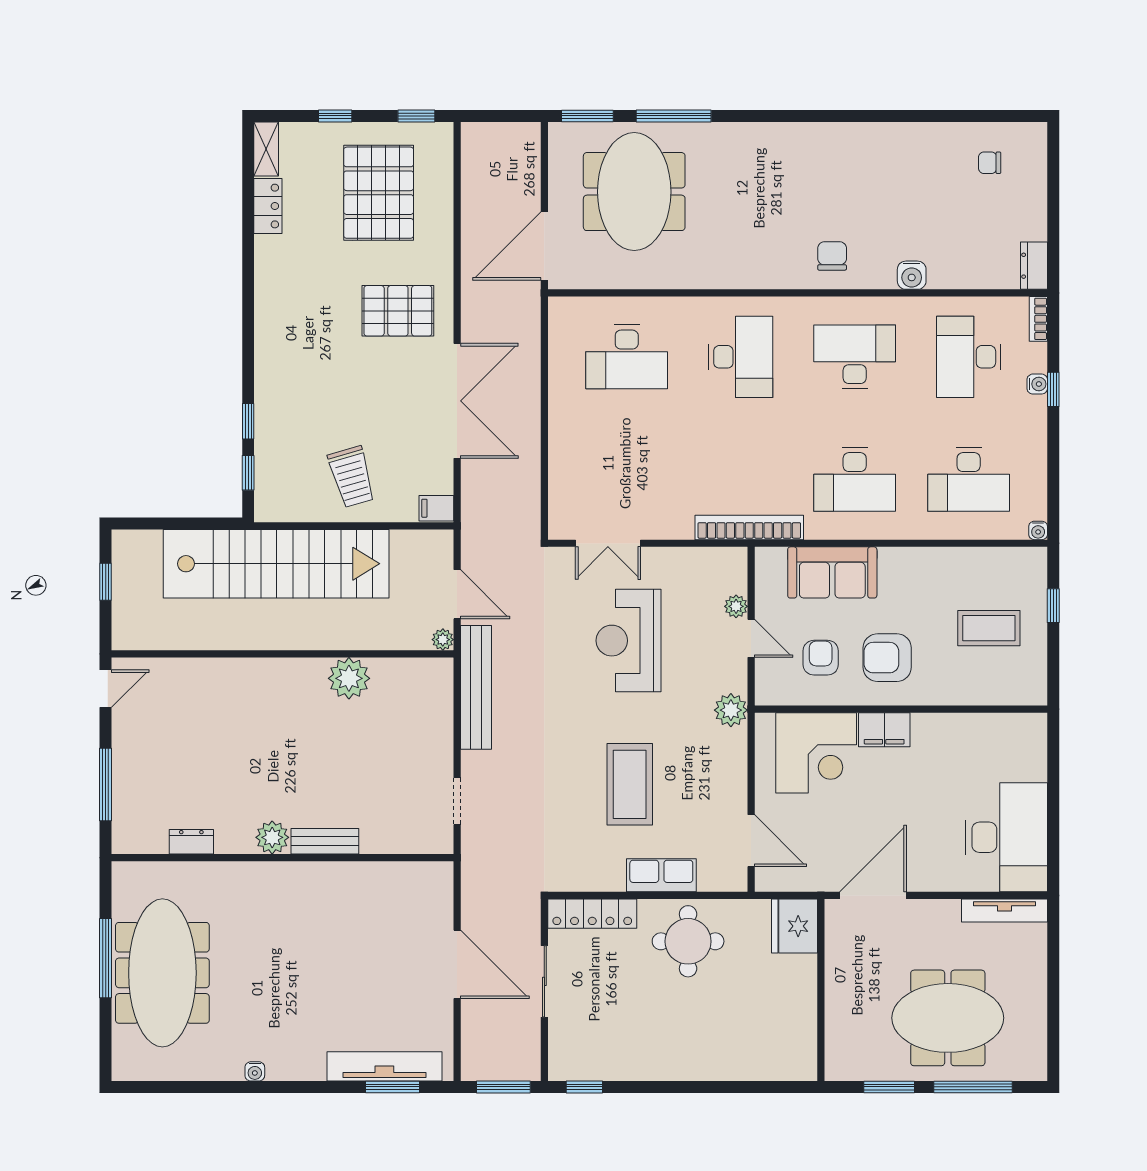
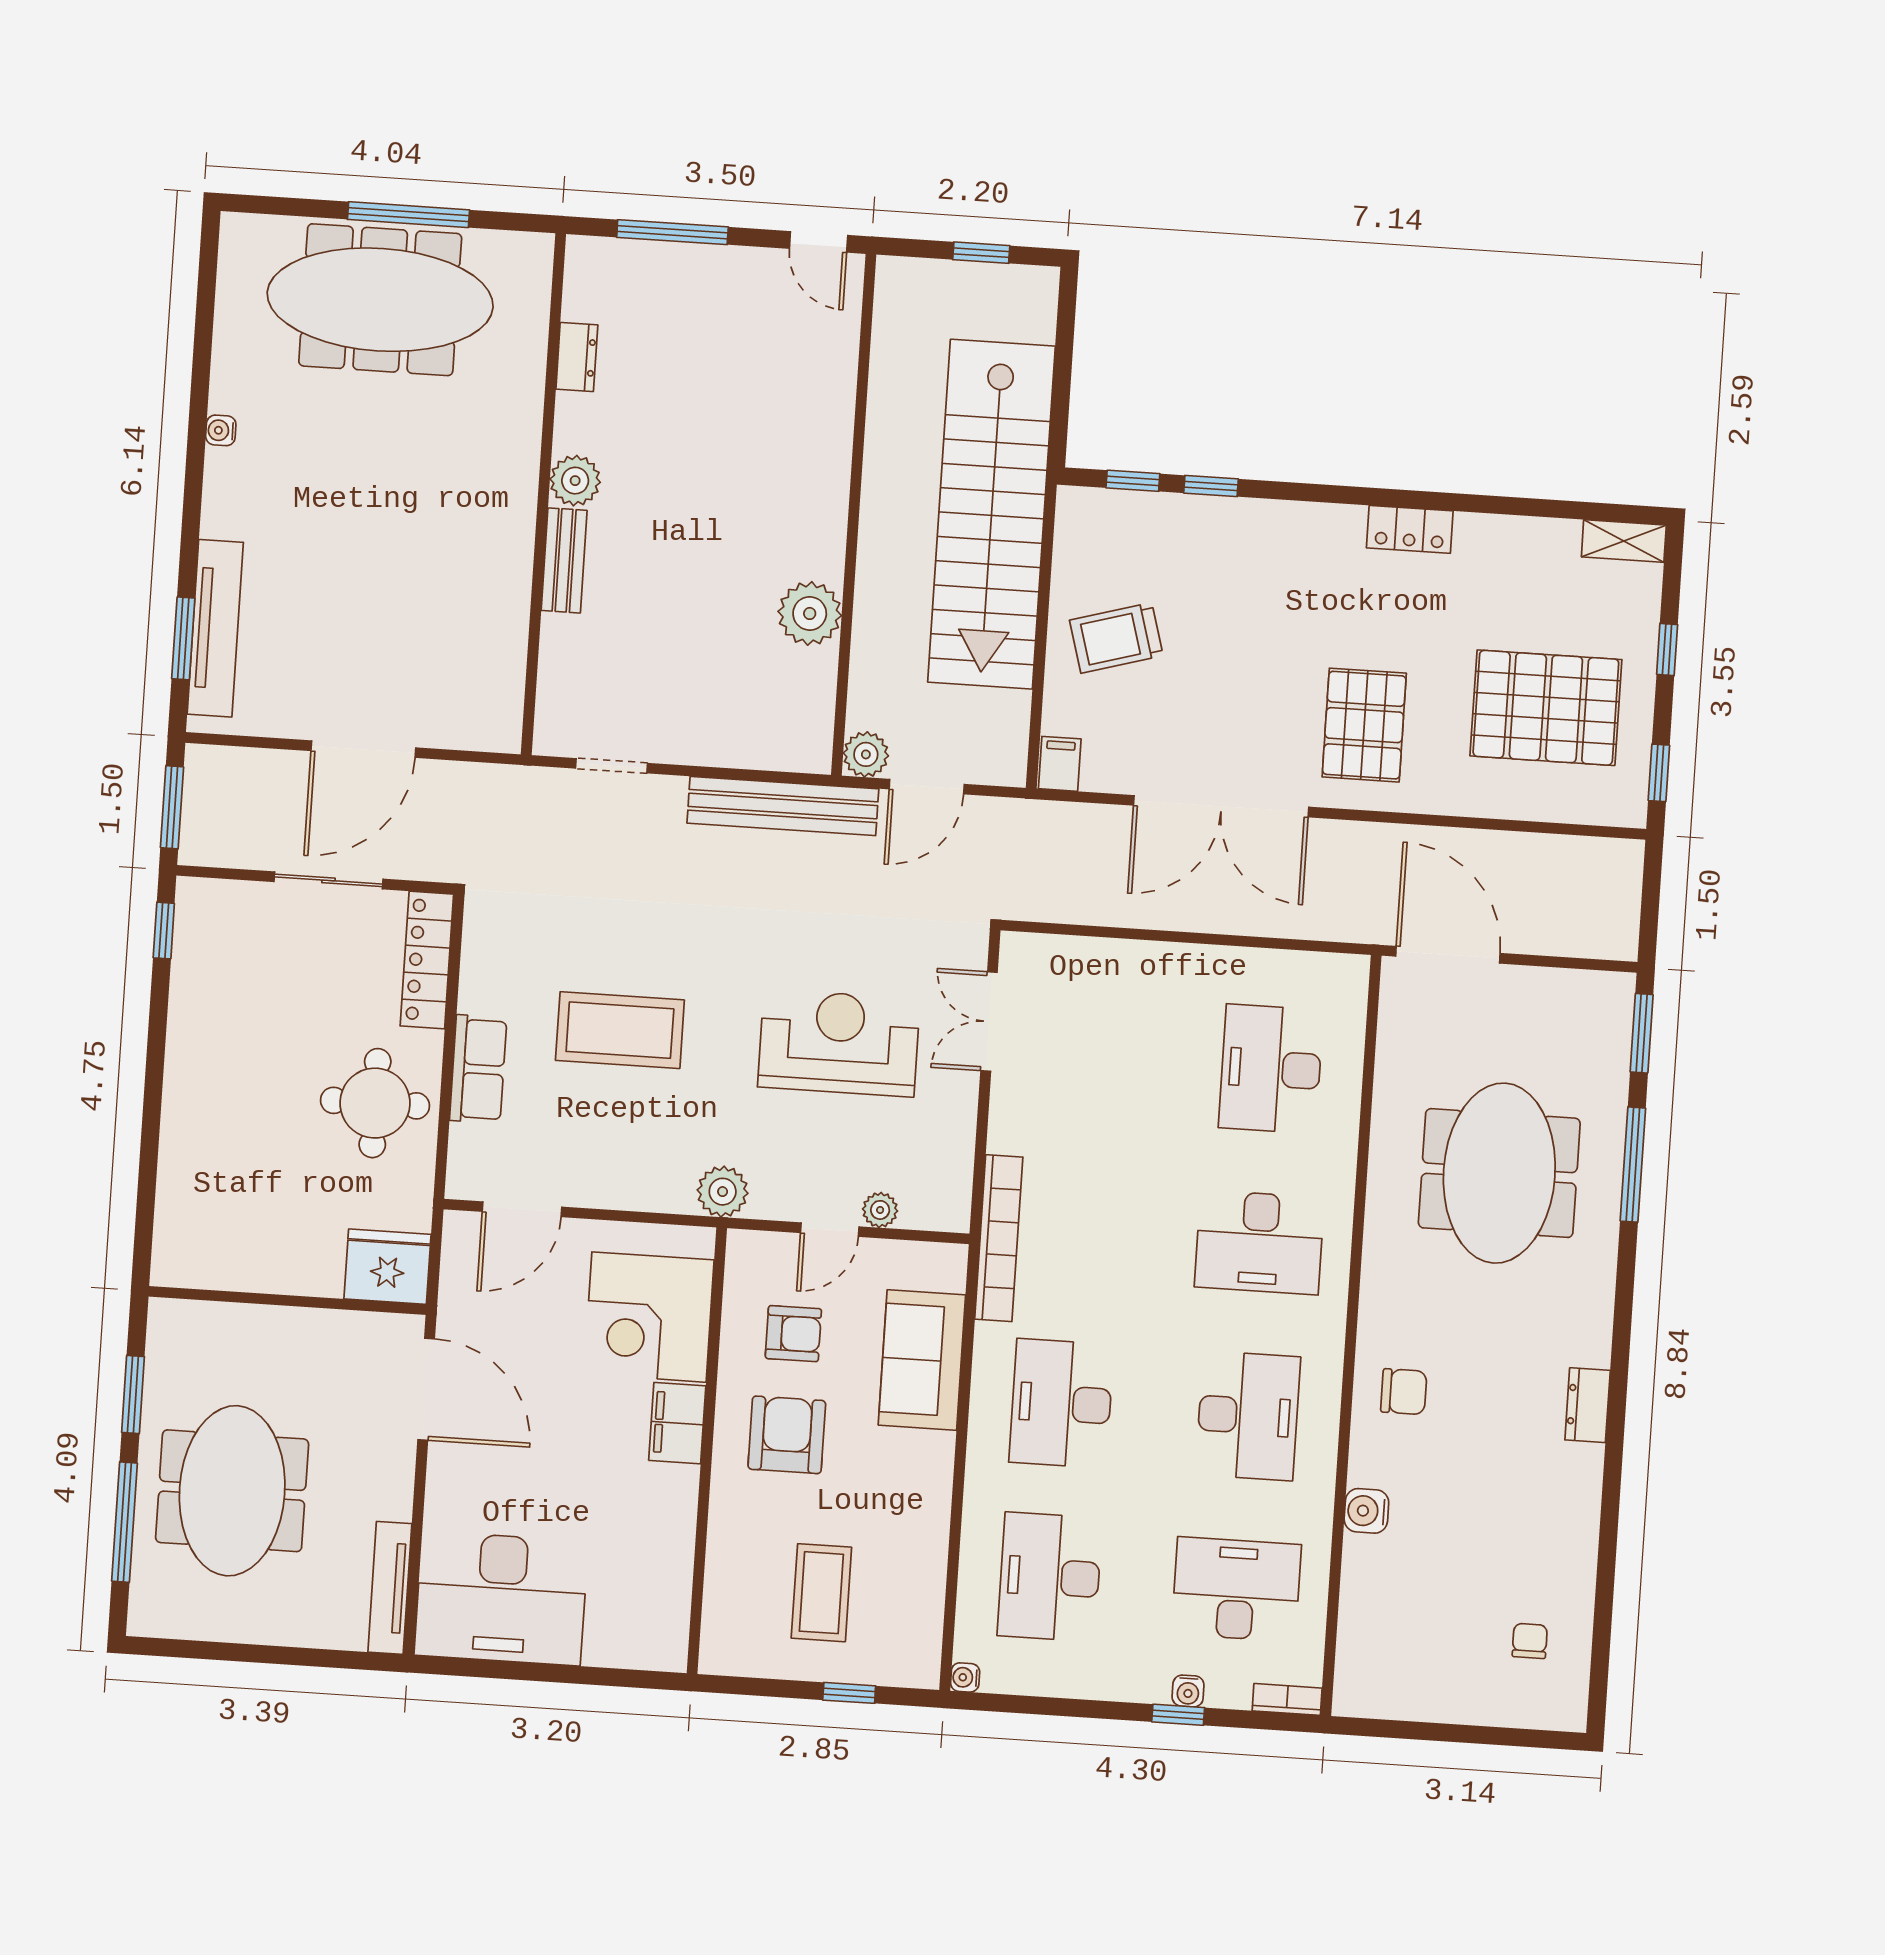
meeting table: (634, 192) -> (1499, 1173), moved, turned 90
locker: (268, 206) -> (1410, 529), moved
dresser: (1034, 266) -> (1588, 1405), moved, turned -90
plant: (443, 640) -> (866, 754), width x1.38, depth x1.38

